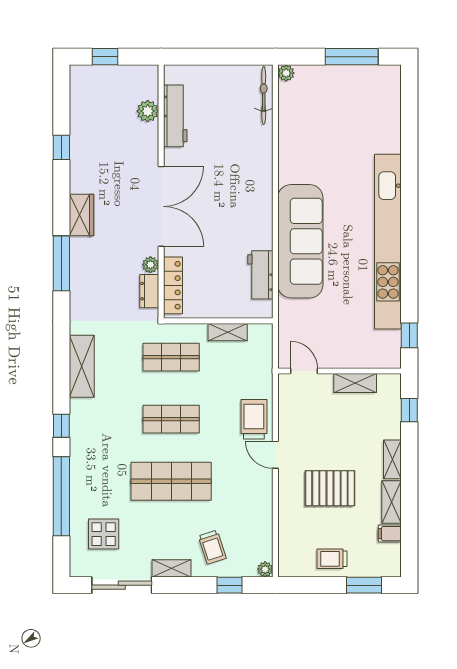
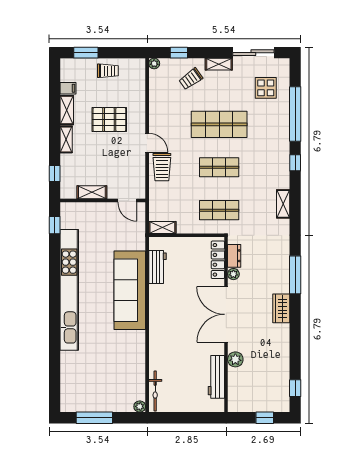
plant: (148, 111) -> (235, 359), moved
window: (61, 147) -> (295, 388), moved
shelving: (228, 332) -> (162, 227), moved
shelving: (82, 366) -> (283, 204), width x0.67, depth x0.75
trolley: (212, 547) -> (191, 79), turned -108

